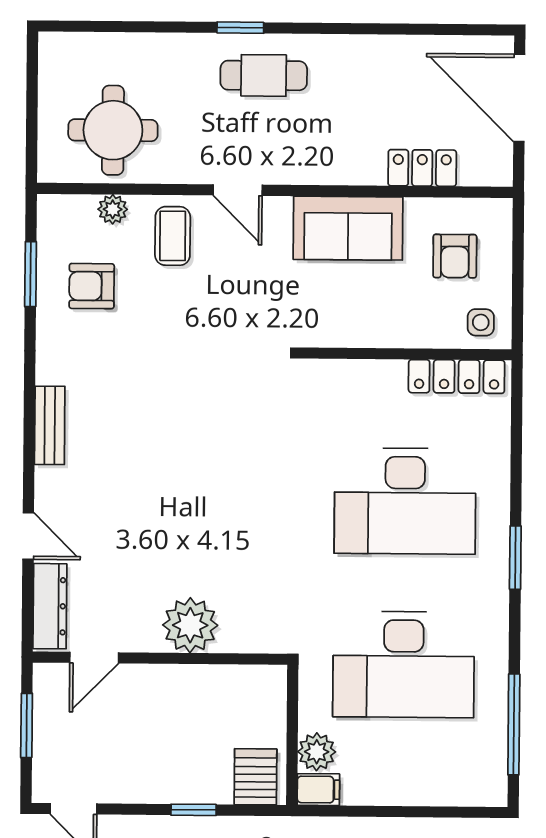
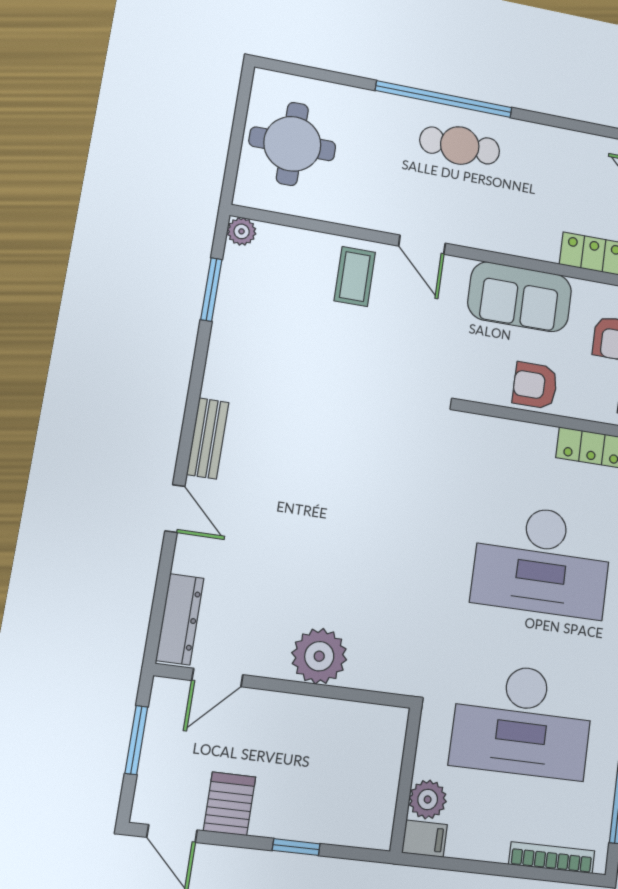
window: (240, 28) -> (444, 99), width x3.17
round table: (113, 130) -> (292, 144), moved
plant: (113, 209) -> (242, 231), moved
armchair: (92, 286) -> (535, 385), moved
door: (28, 536) -> (175, 509), moved
server rack: (256, 777) -> (230, 804), moved
bookcase: (450, 795) -> (552, 858), added

